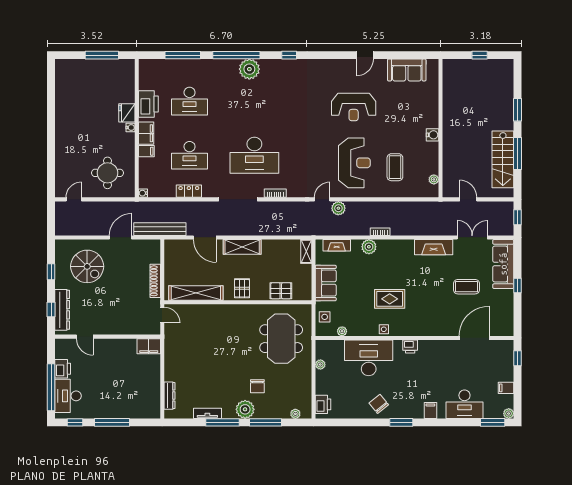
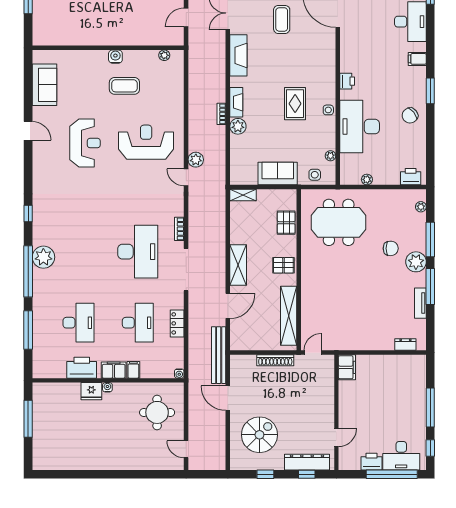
coffee table: (395, 167) -> (124, 86), moved
fireplace: (337, 245) -> (236, 102), moved
dresser: (170, 396) -> (405, 345), width x0.70

